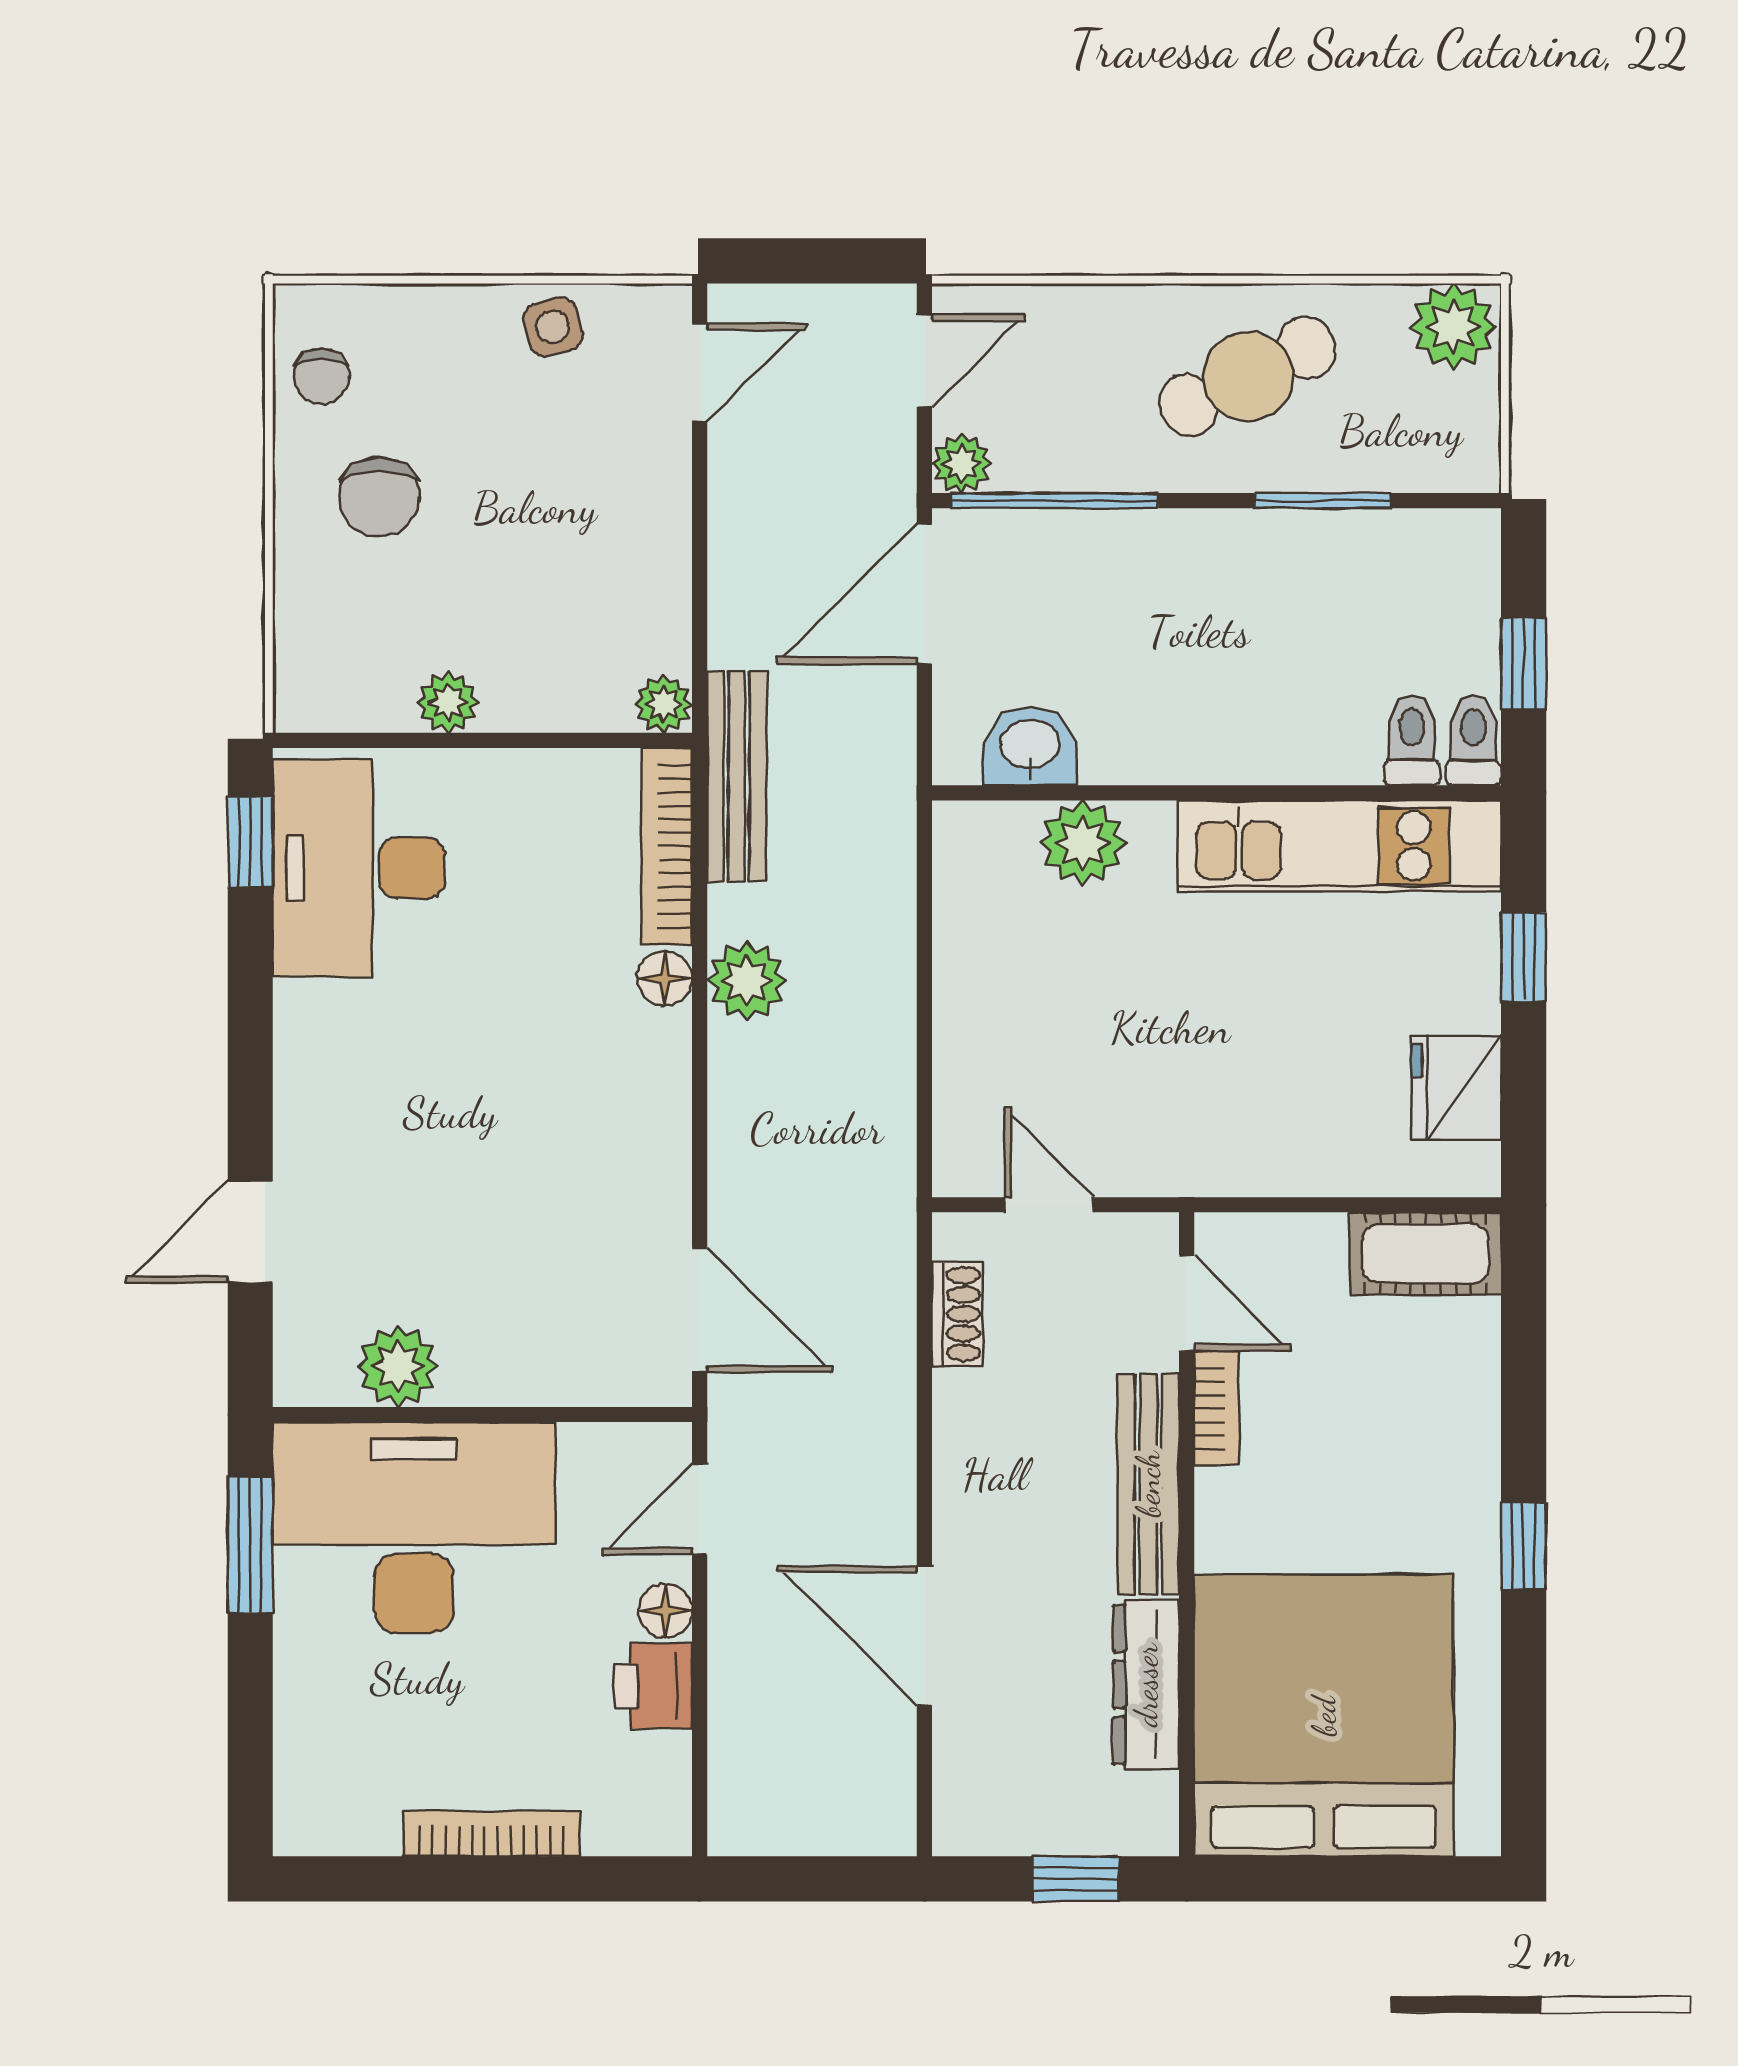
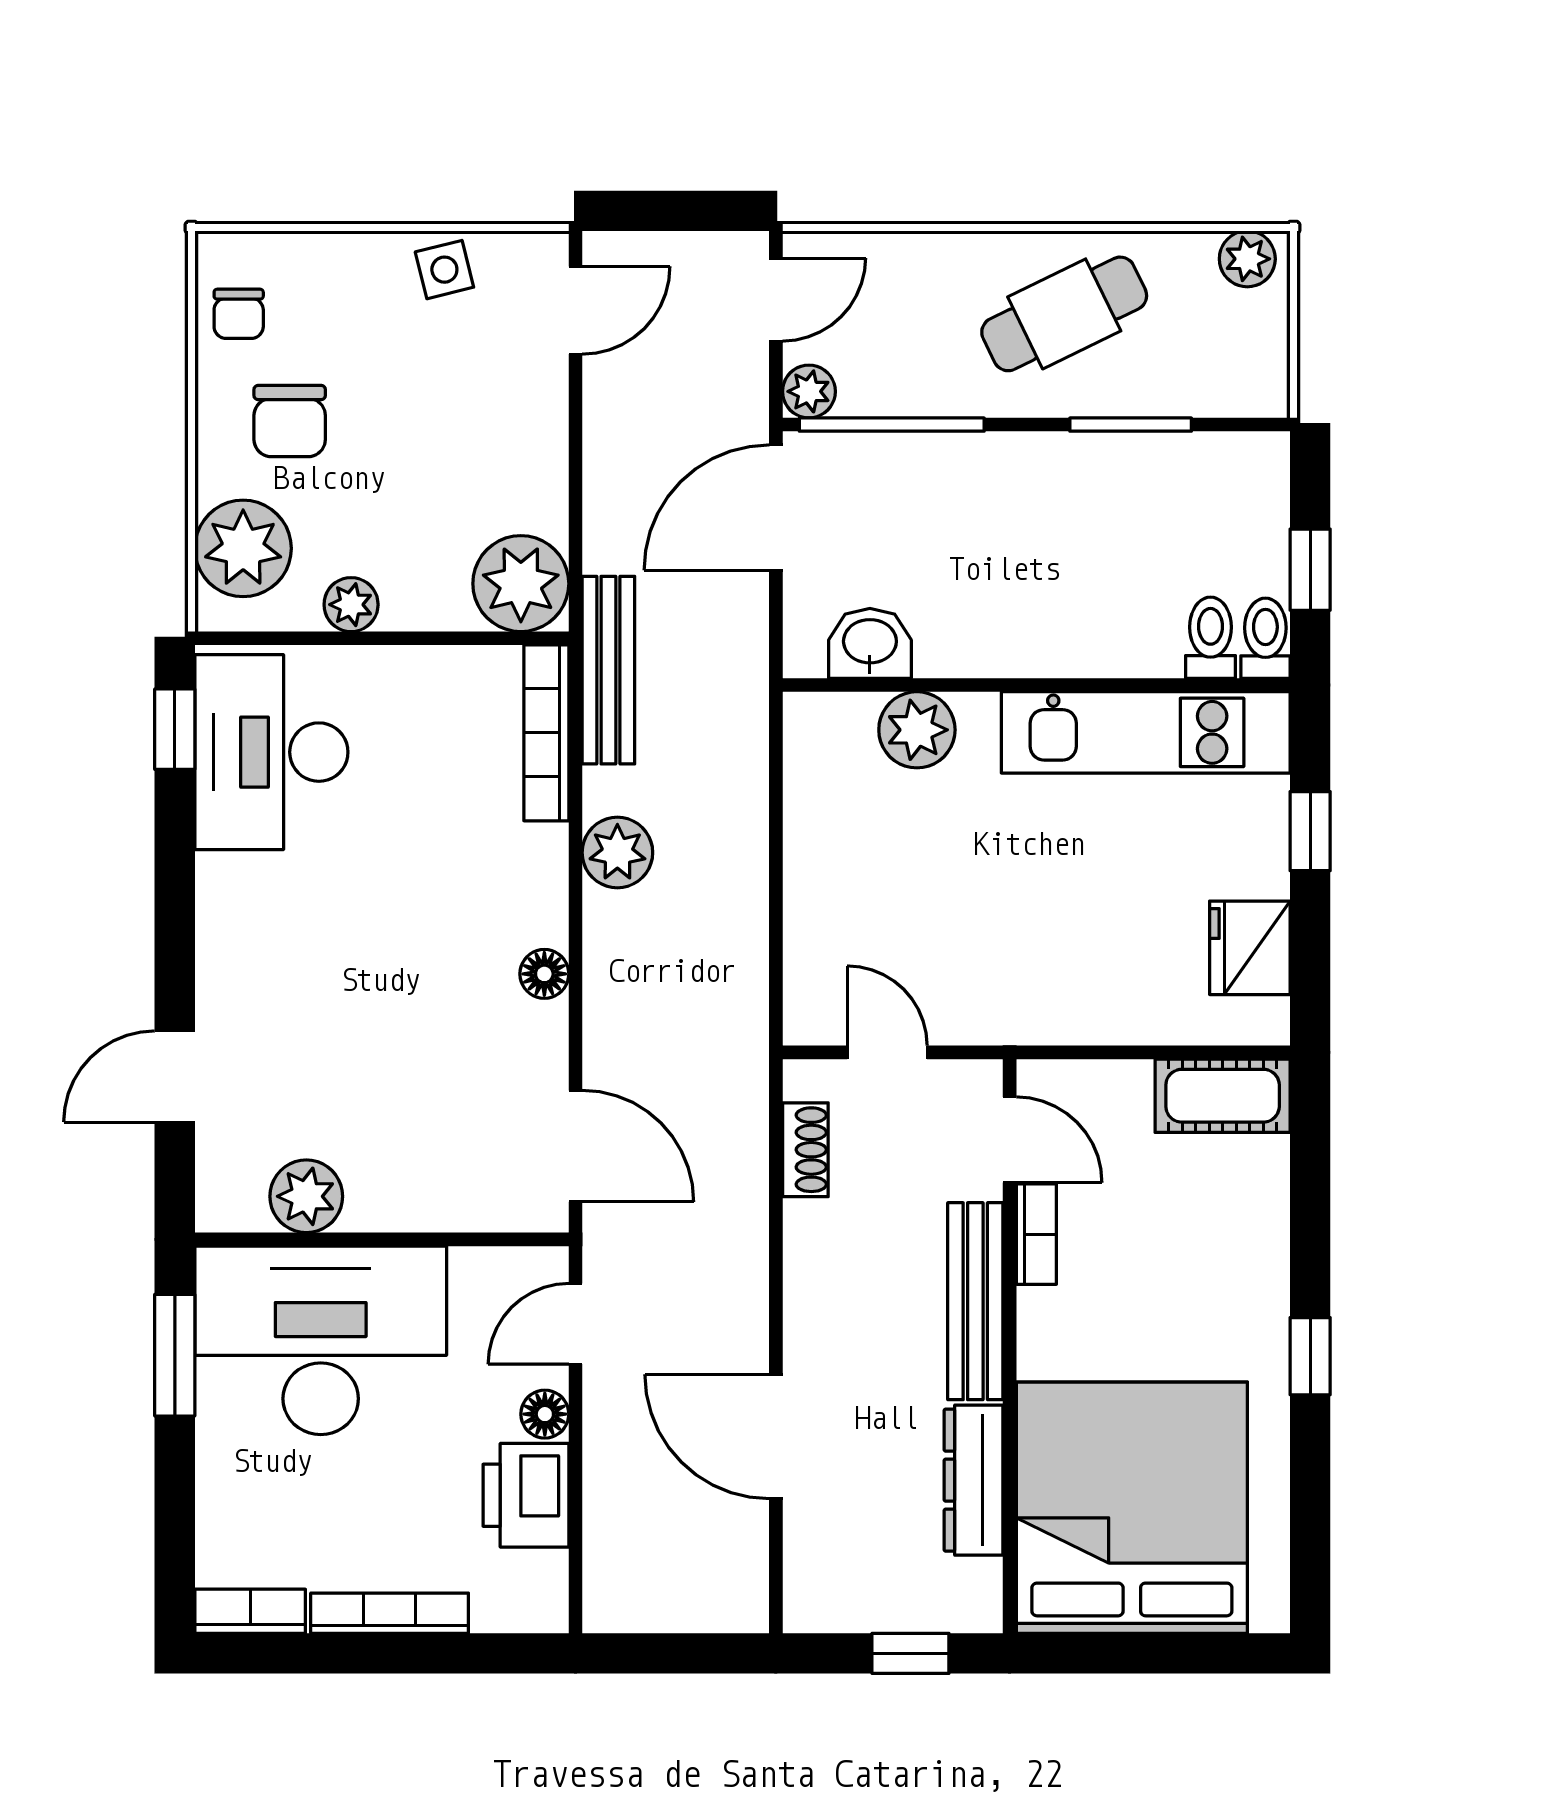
plant: (1453, 327) -> (1247, 259), width x0.73, depth x0.73
plant: (327, 640) -> (243, 548), added
plant: (663, 704) -> (521, 584), width x1.88, depth x1.88
floor lamp: (665, 978) -> (544, 974), moved
printer: (653, 1686) -> (526, 1495), width x1.36, depth x1.24
bookcase: (335, 1832) -> (250, 1611), added

